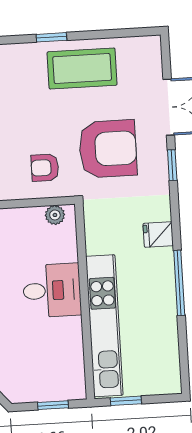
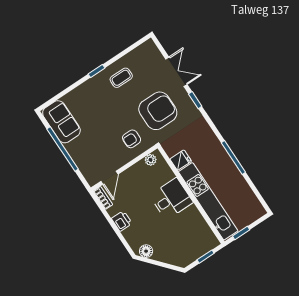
coffee table: (82, 68) -> (121, 78), width x0.54, depth x0.58
fridge: (158, 235) -> (181, 160), moved, turned 180

